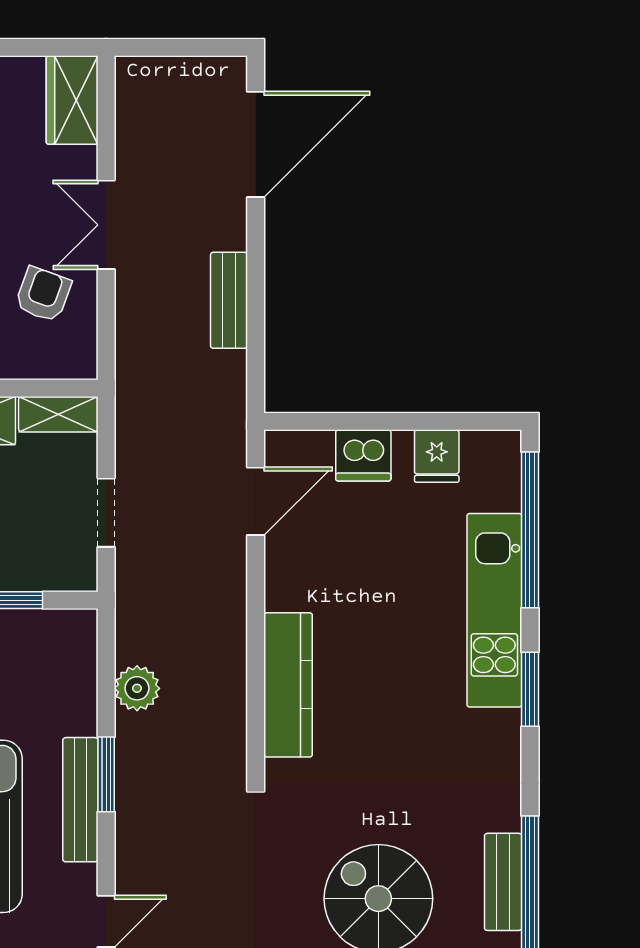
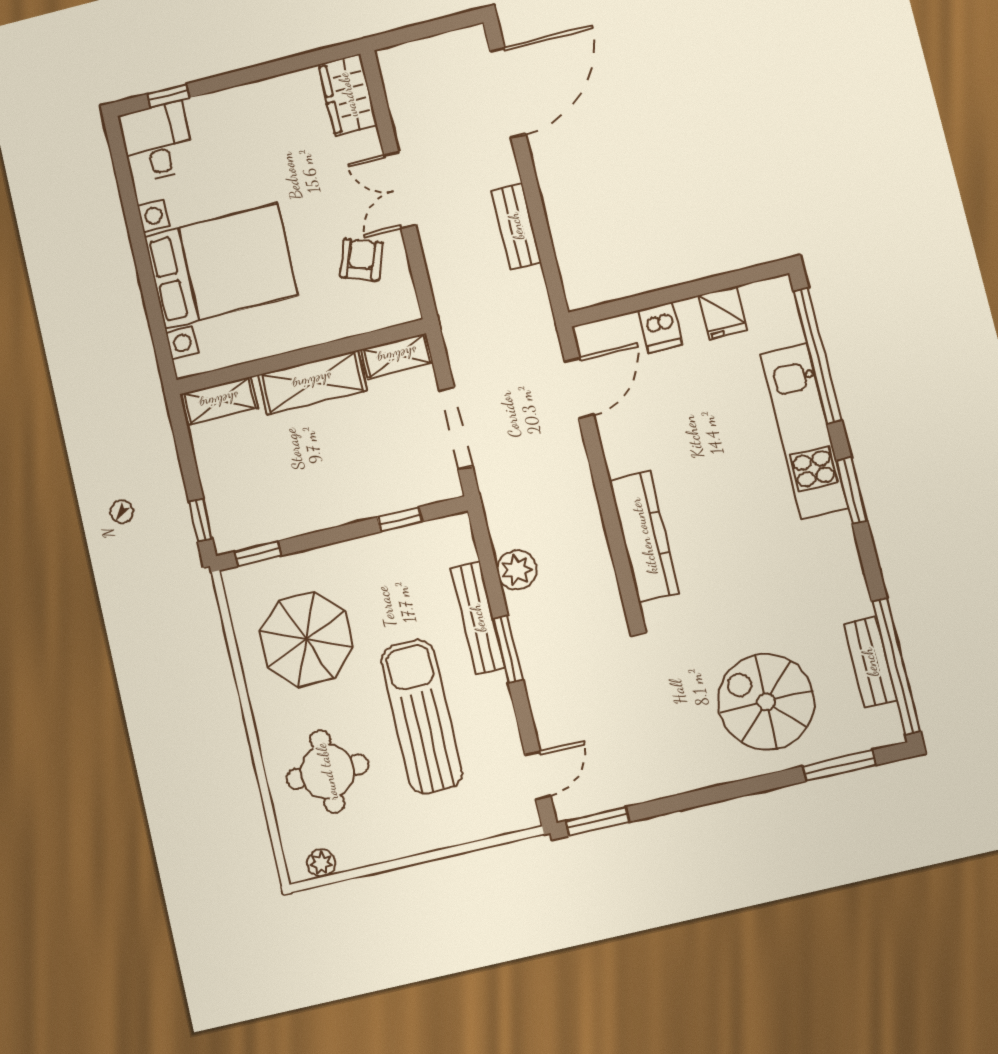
dishwasher: (363, 455) -> (660, 327), width x0.73
doorway: (106, 513) -> (456, 428), width x1.38
bench: (80, 800) -> (478, 618), moved

